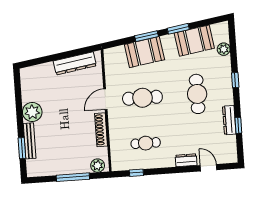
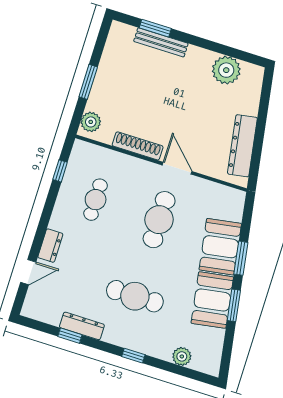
booth: (194, 41) -> (212, 300), moved
plant: (32, 112) -> (226, 70), moved
window: (73, 177) -> (88, 82), width x0.69

